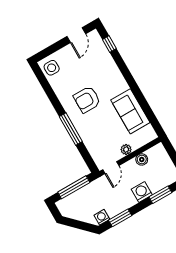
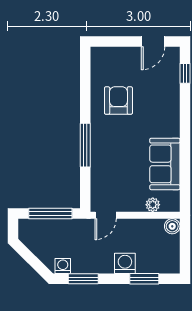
side table: (52, 68) -> (104, 63), removed
armchair: (87, 99) -> (118, 101), moved, turned 90
plant: (126, 150) -> (153, 205), moved
boiler: (142, 159) -> (172, 226), moved

